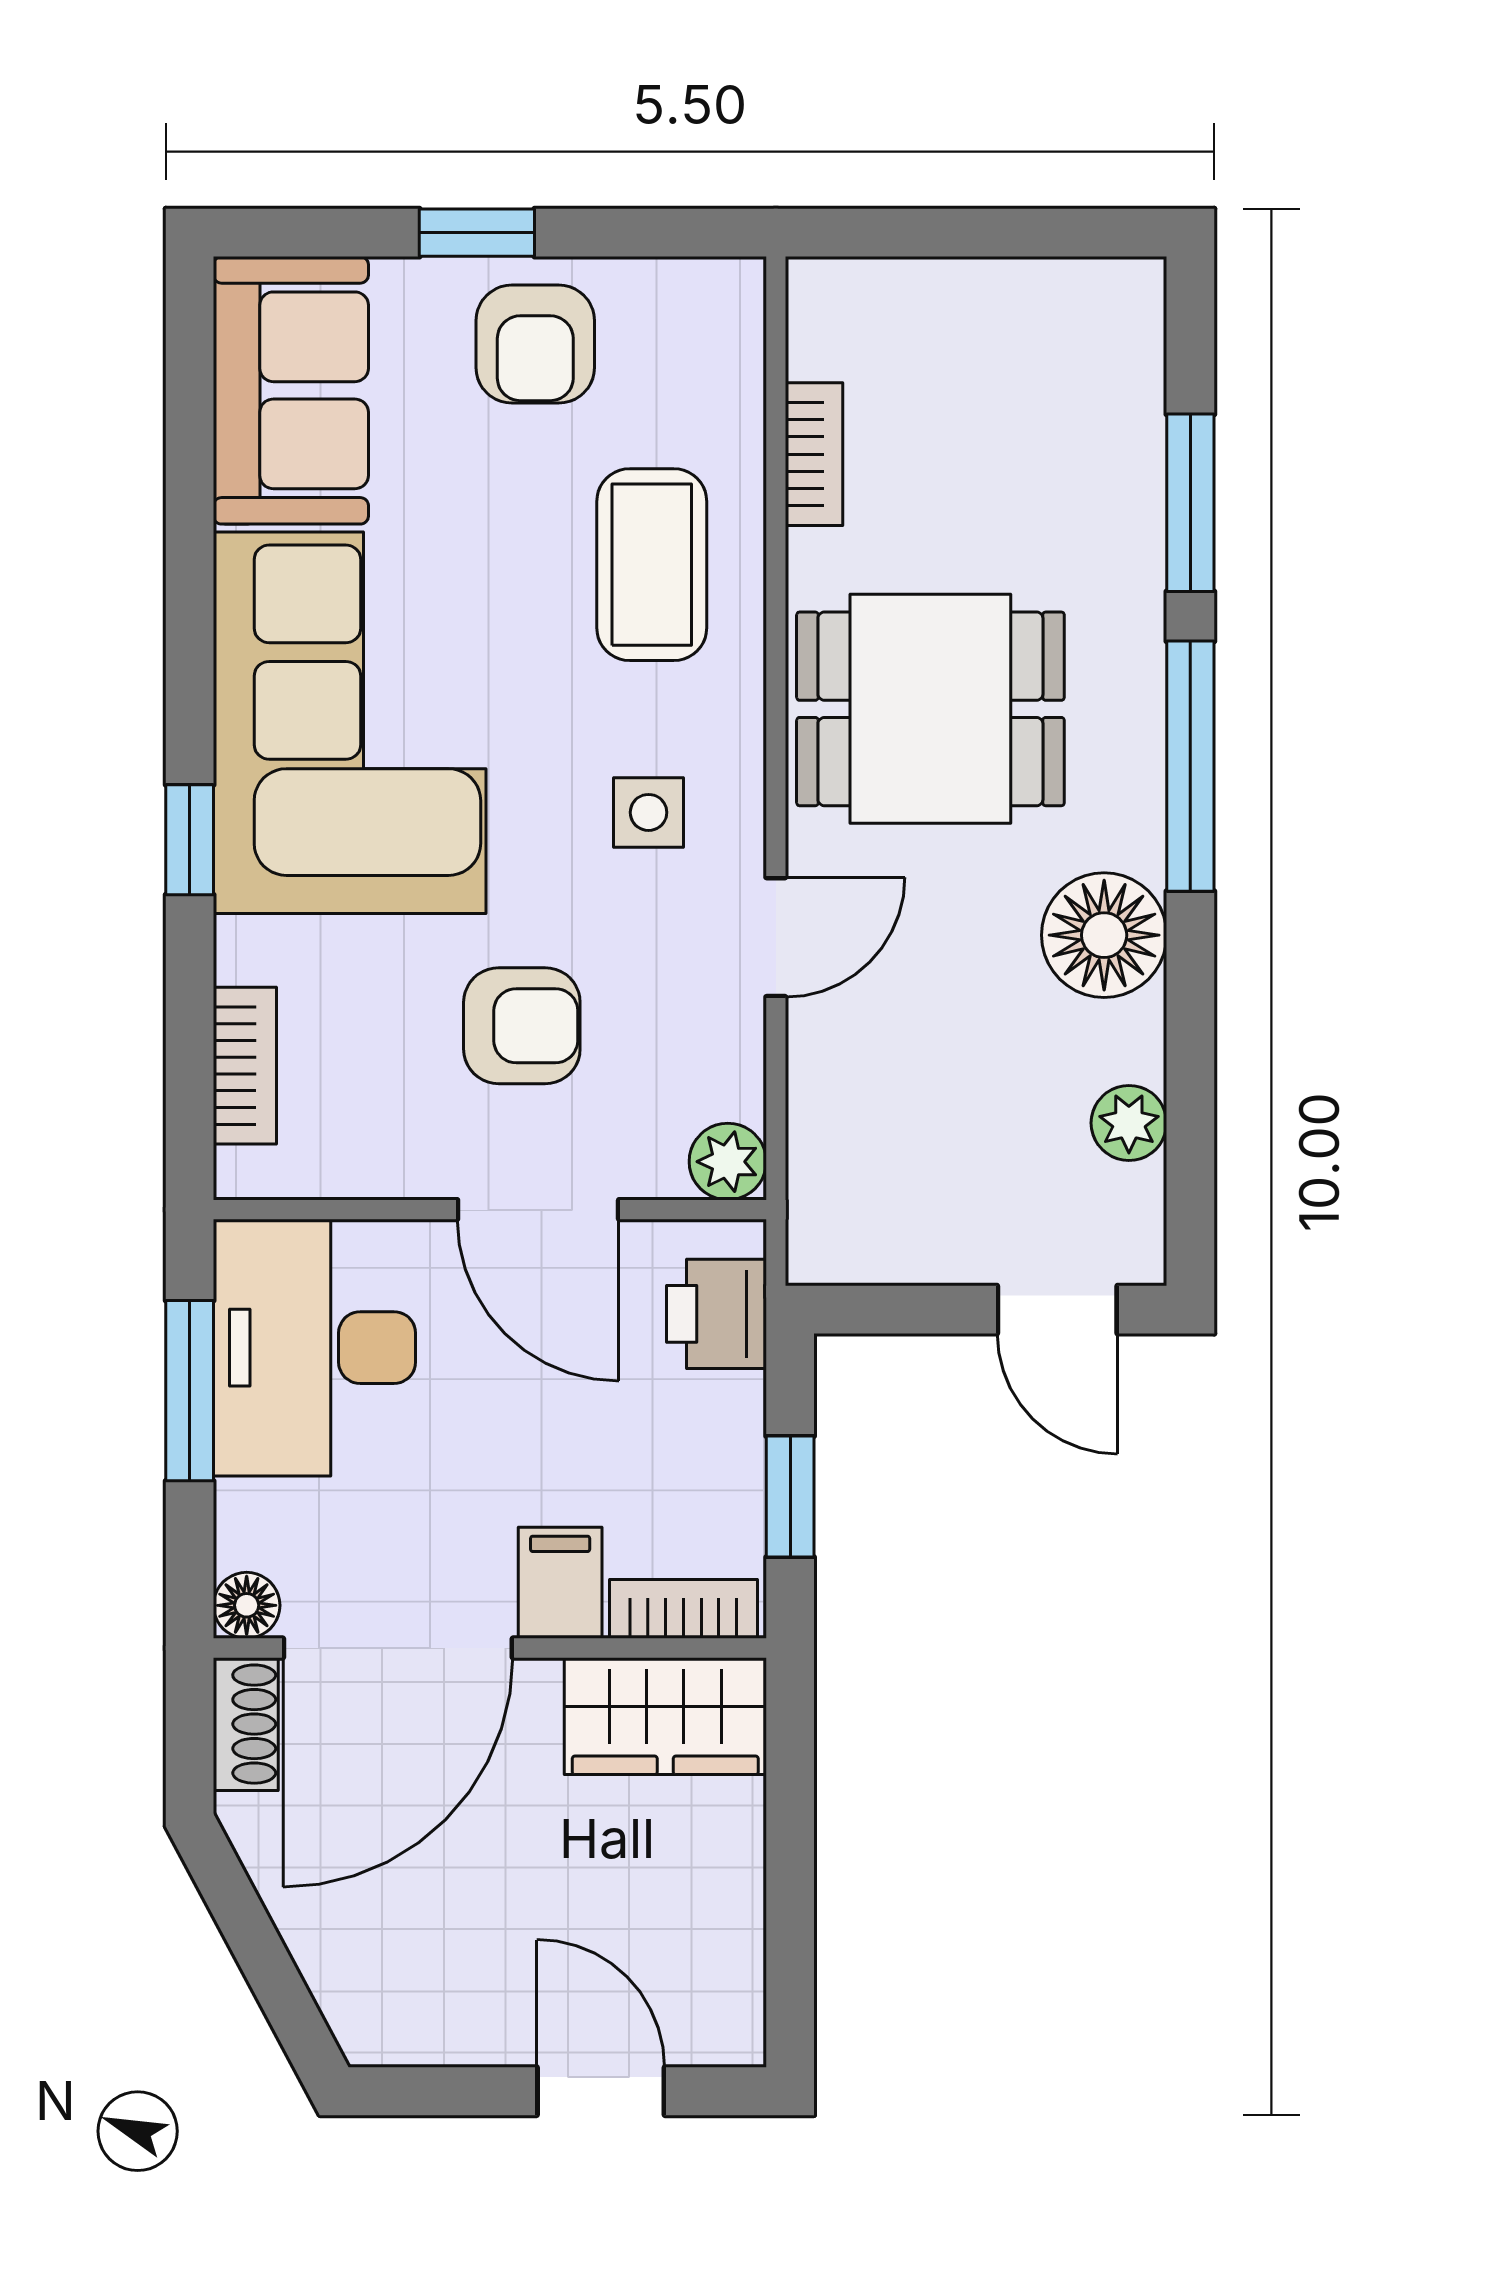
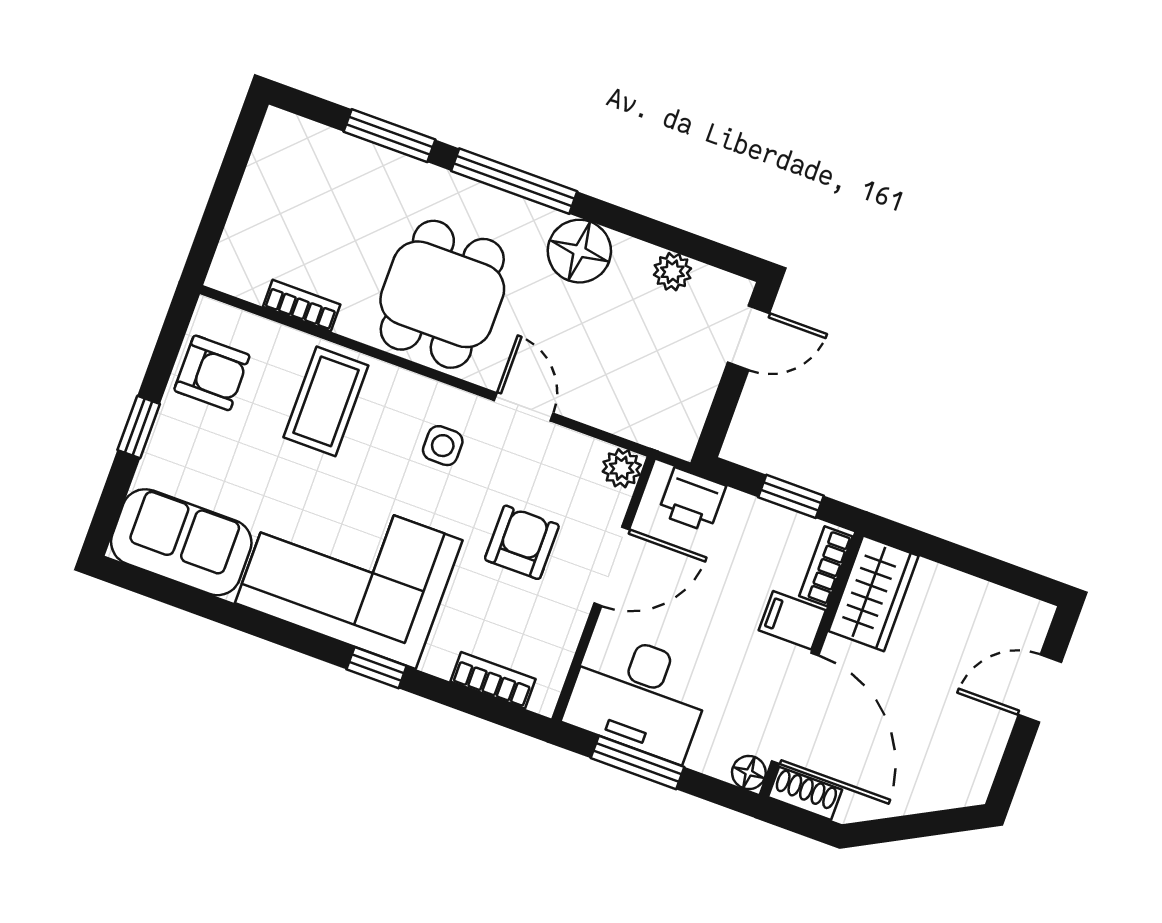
armchair: (535, 344) -> (212, 373), moved
coffee table: (652, 565) -> (326, 401), turned 90

